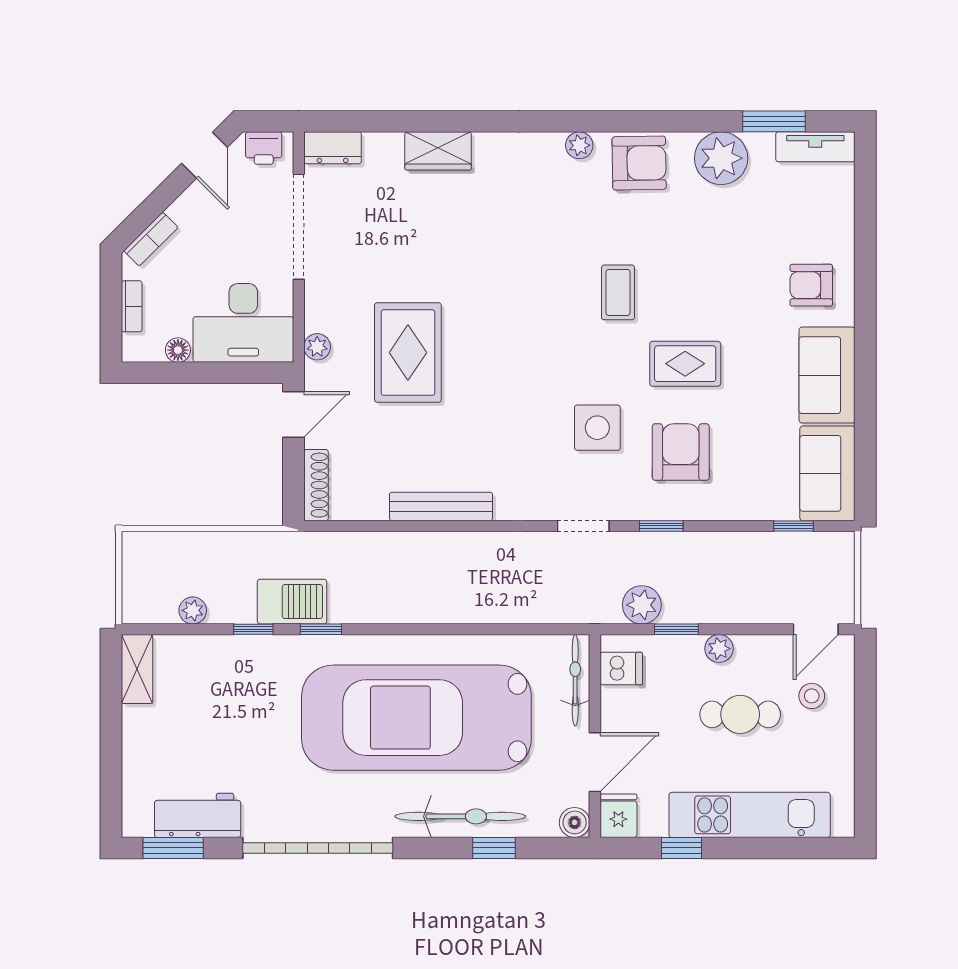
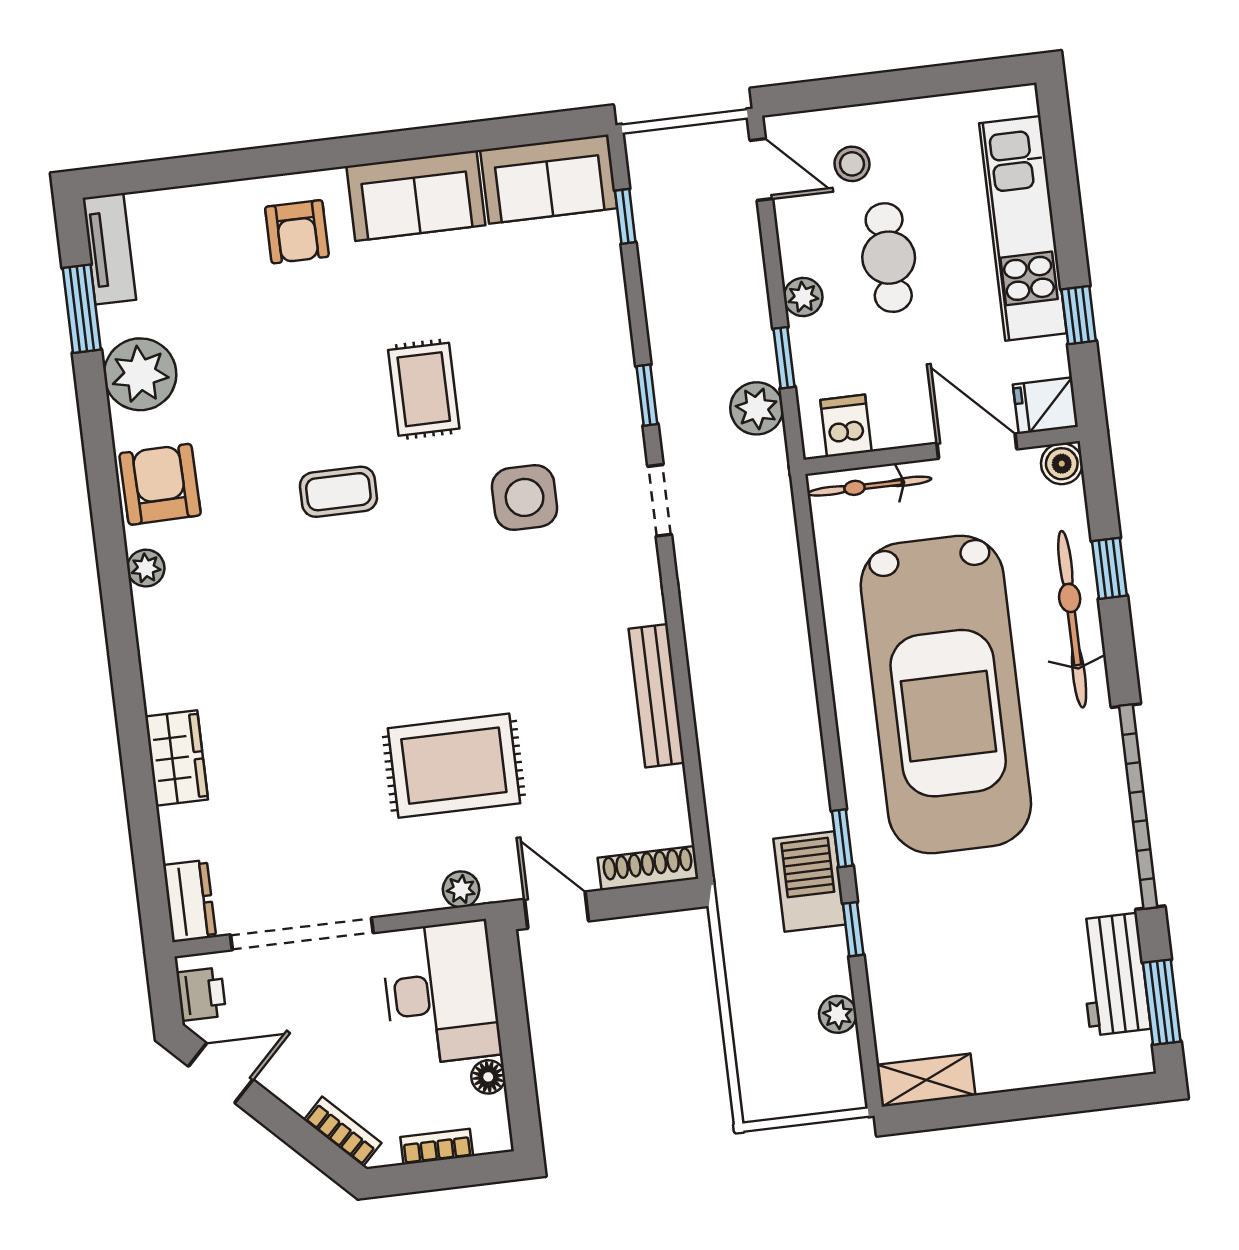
armchair: (681, 452) -> (544, 381), removed

